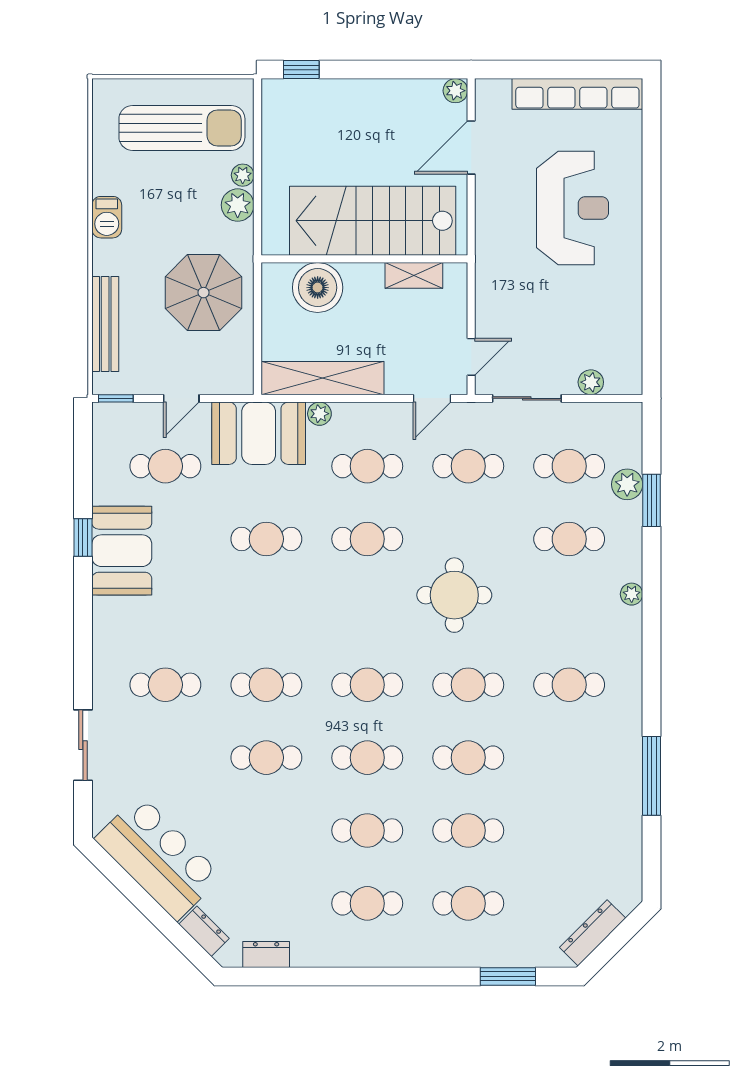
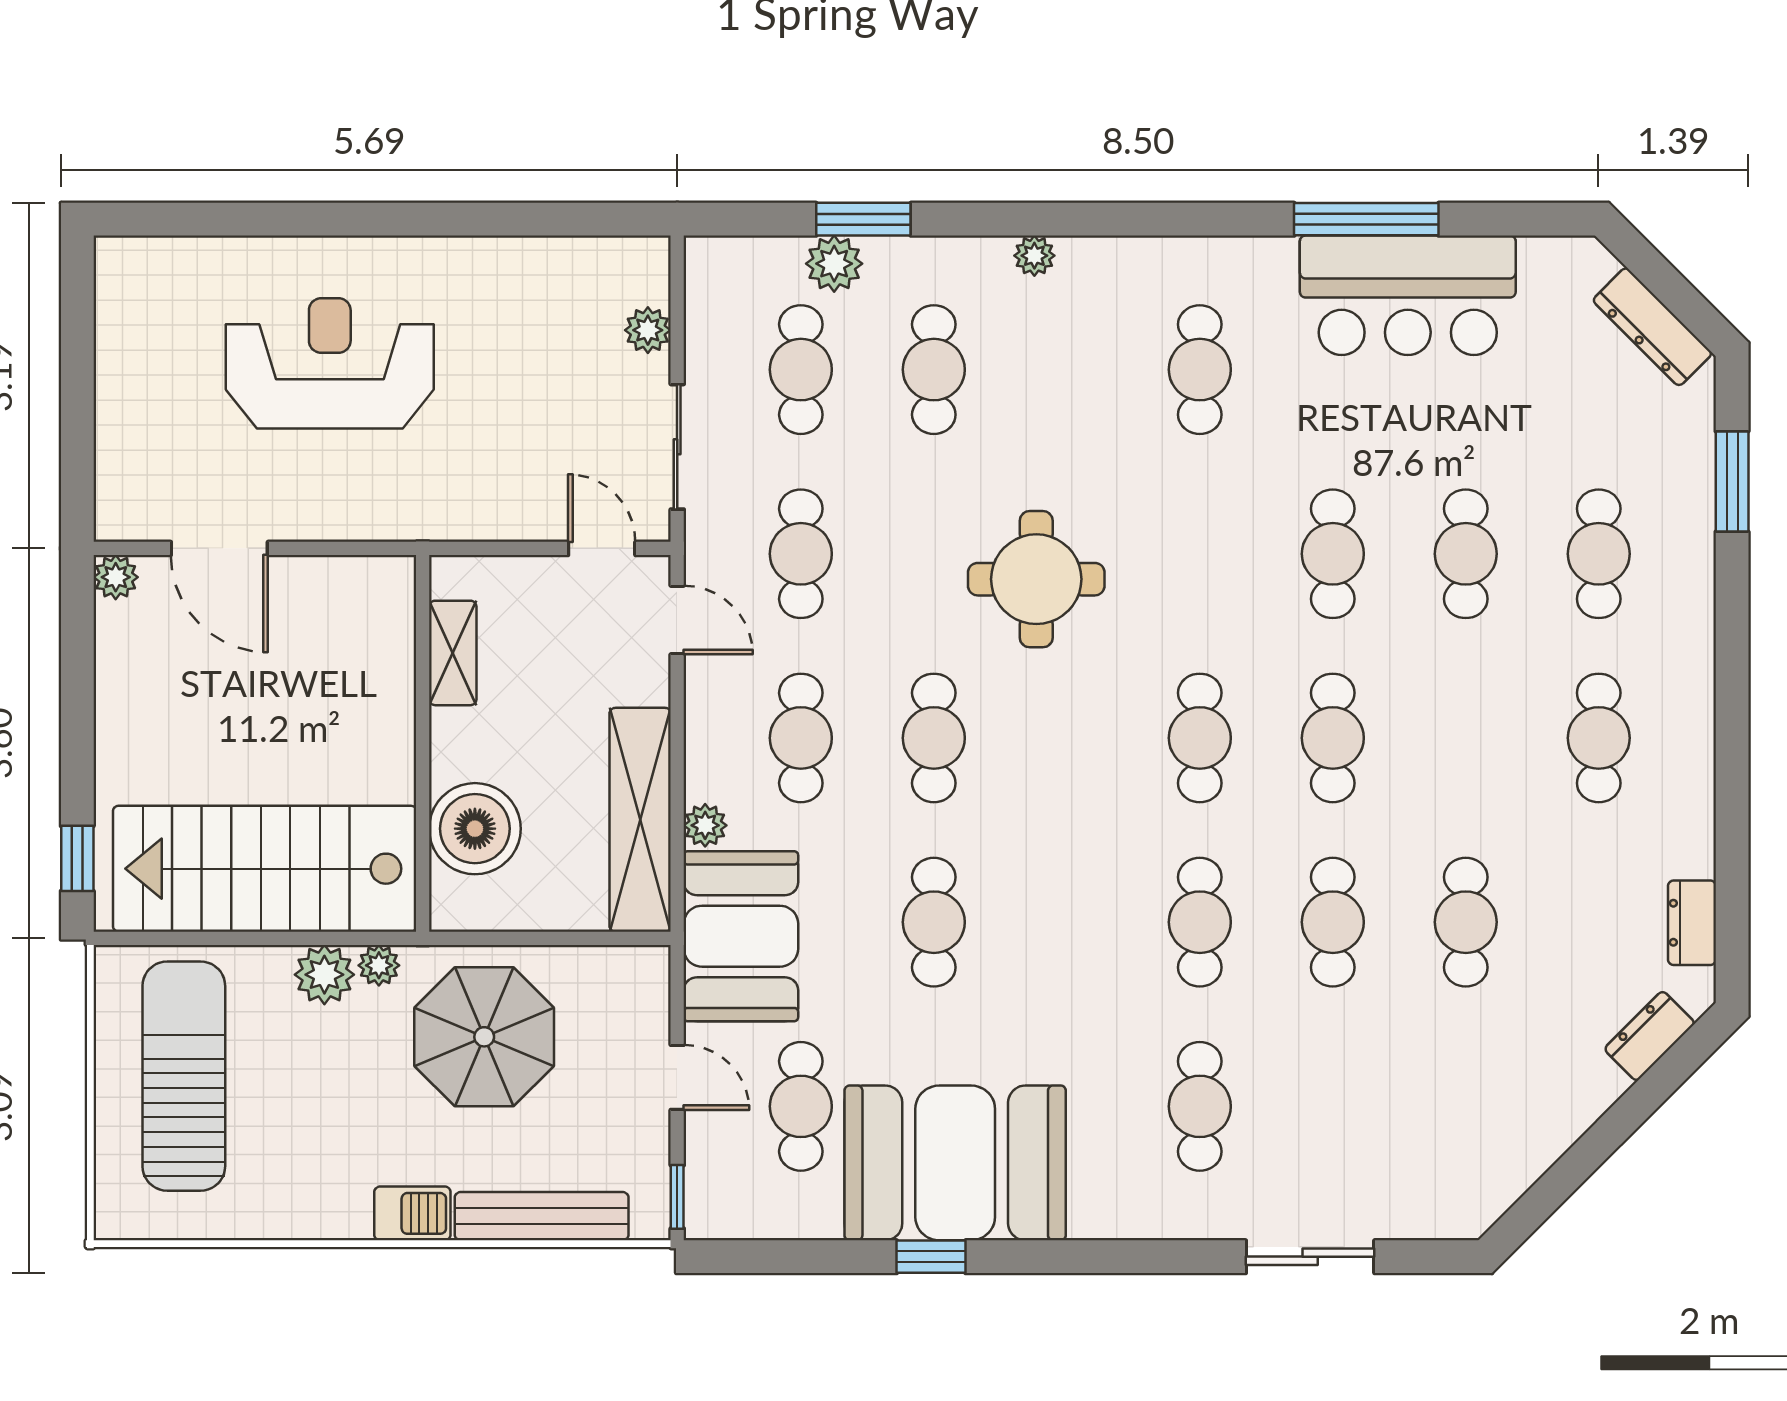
row of seats: (577, 94) -> (122, 355), removed
plant: (243, 175) -> (379, 965), moved
barbecue: (107, 217) -> (412, 1213), moved
stairs: (373, 221) -> (265, 869), moved, turned 90
booth: (122, 551) -> (955, 1163), width x1.36, depth x1.42
cafe table: (468, 685) -> (1200, 554), removed
cafe table: (367, 830) -> (1466, 922), moved
bar counter: (158, 857) -> (1408, 295), moved, turned -135

